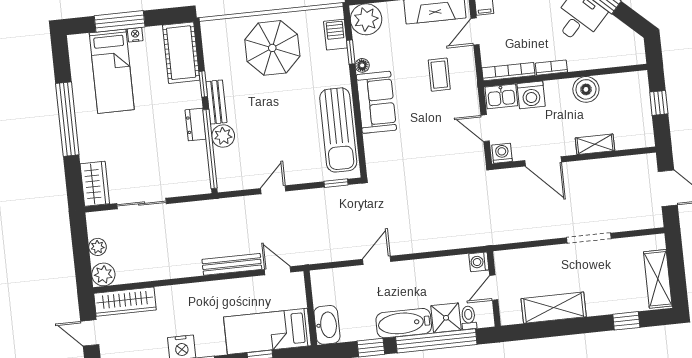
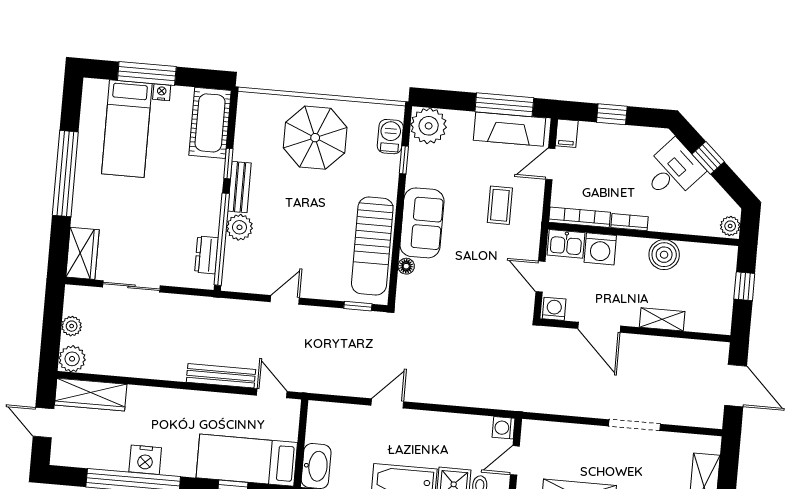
plant: (637, 54) -> (730, 226), added
floor lamp: (362, 65) -> (406, 266), moved
dresser: (196, 124) -> (206, 255), moved

